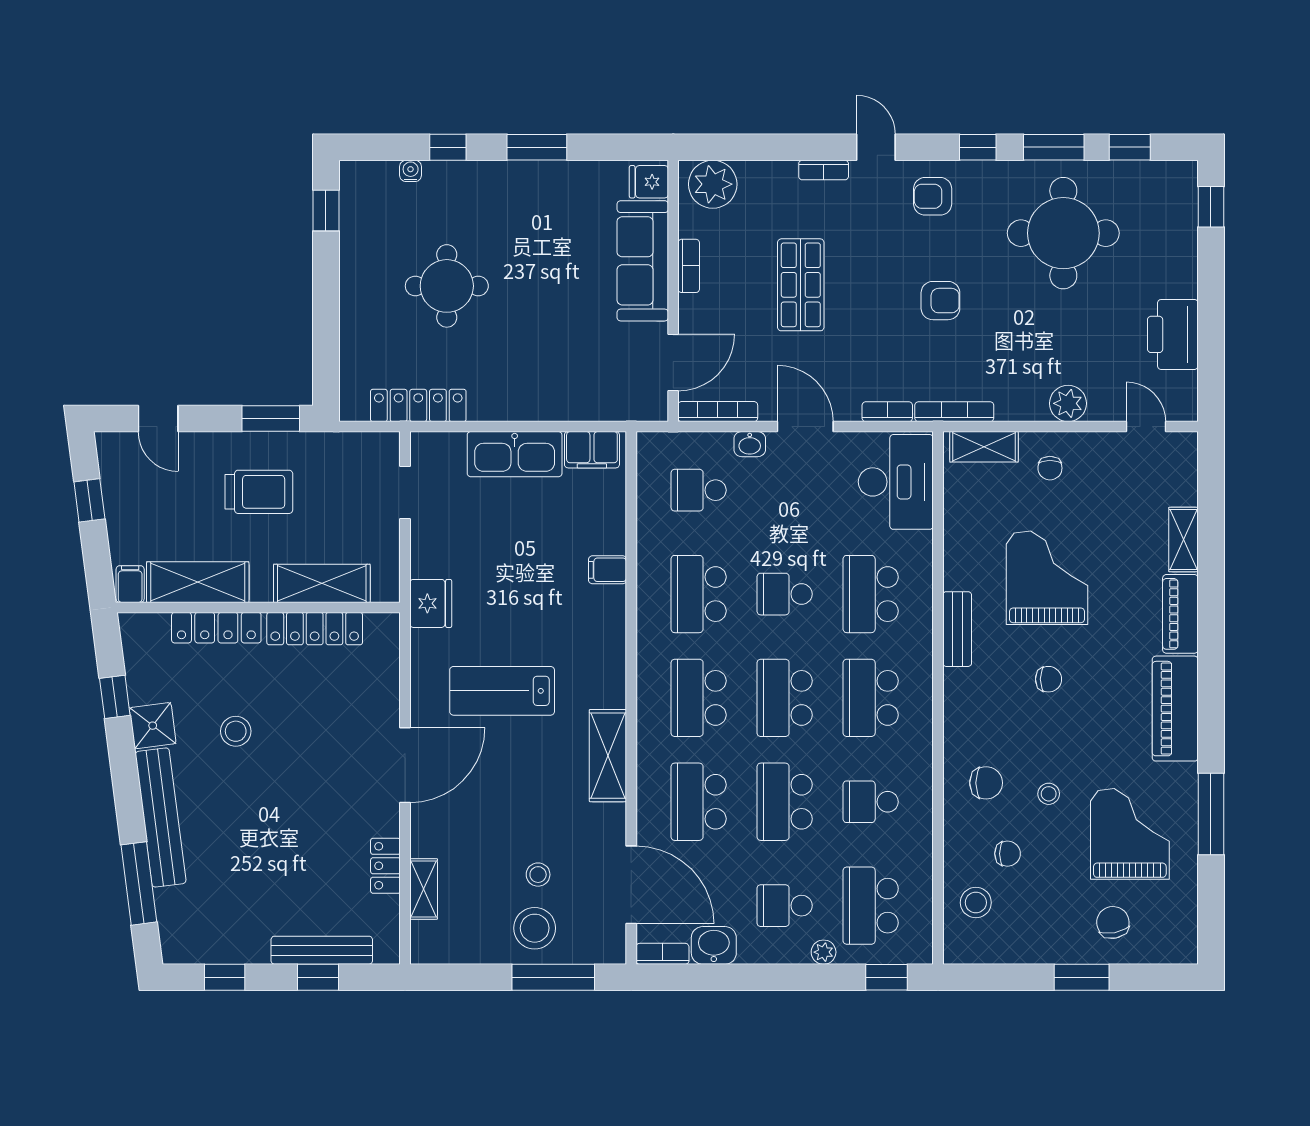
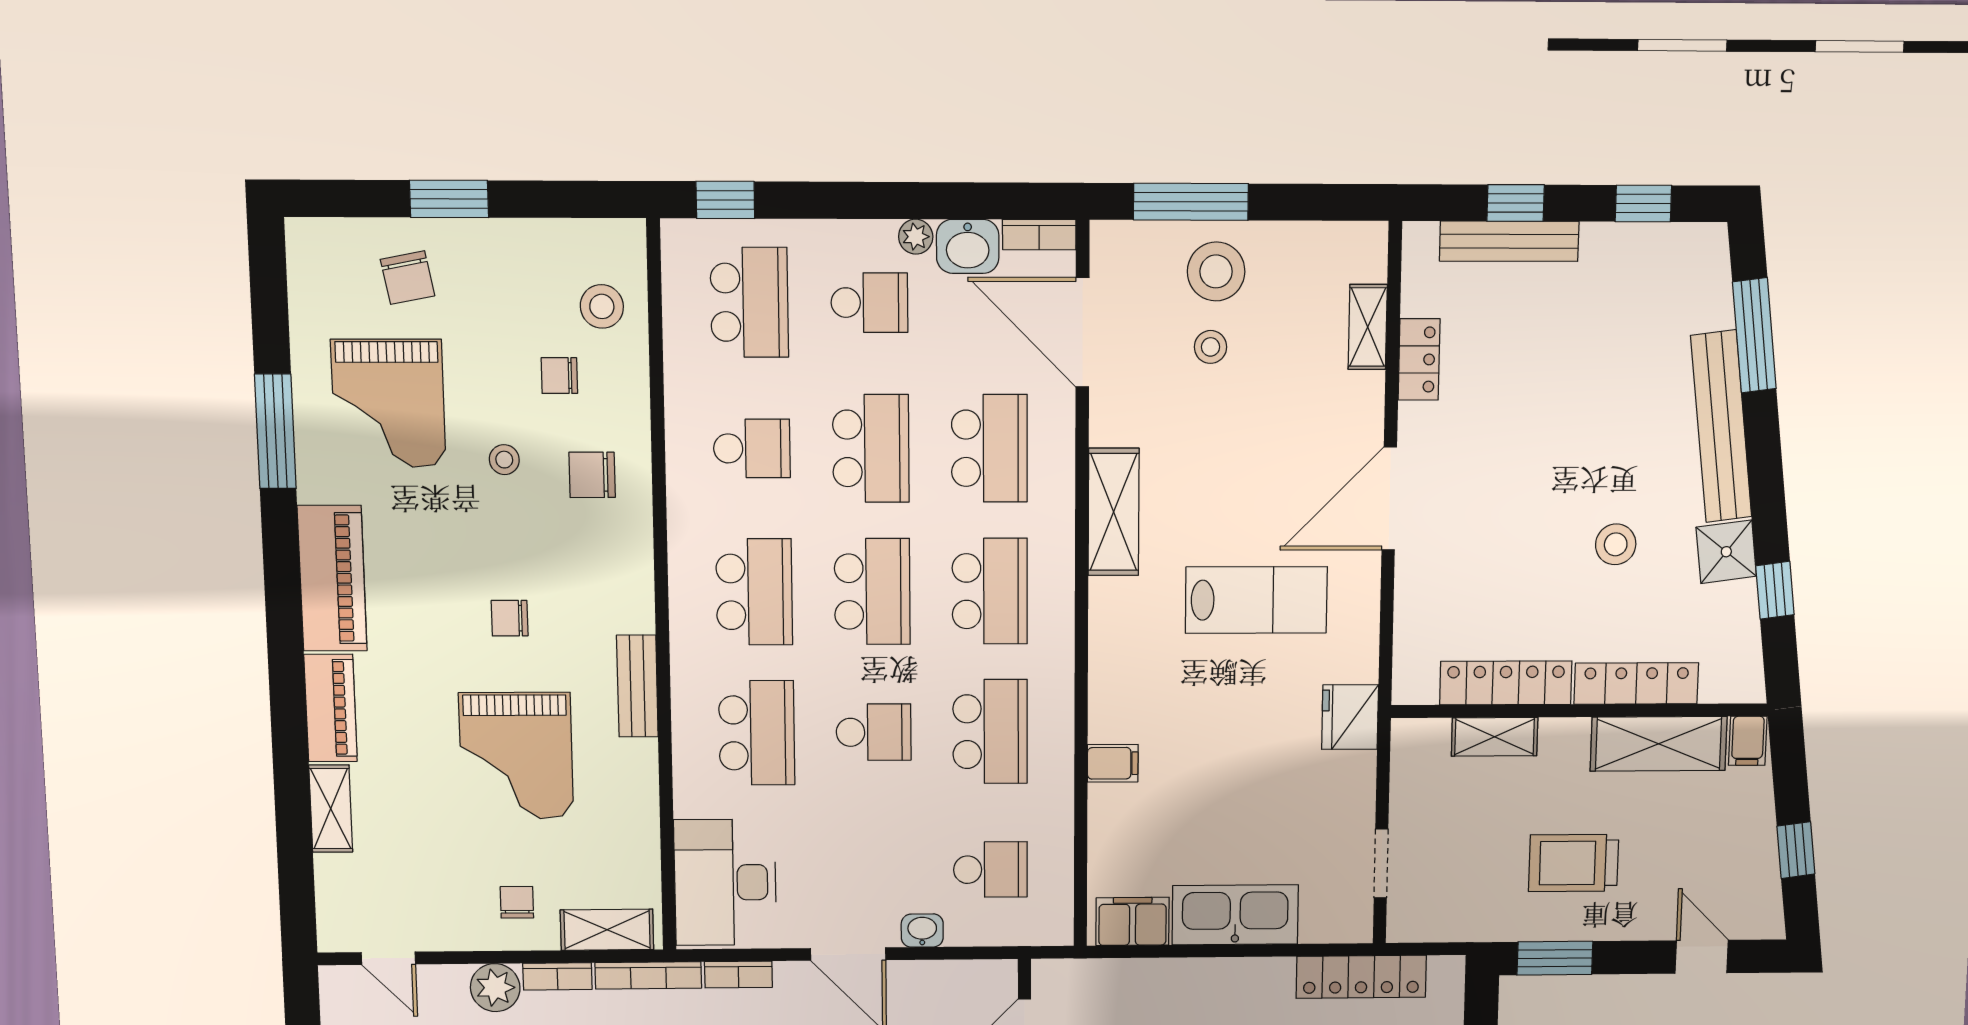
bookcase: (718, 412) -> (557, 976), moved, width x0.64
shelving: (322, 583) -> (1495, 737), width x0.67, depth x0.75
plant: (824, 952) -> (916, 237), moved

